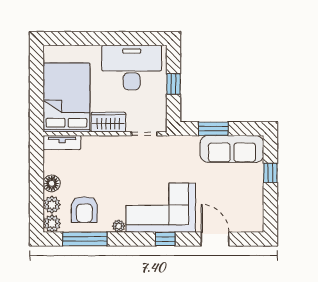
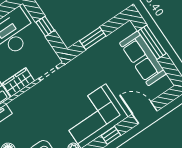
sofa: (232, 149) -> (143, 58), moved, turned 90
window: (270, 173) -> (152, 42), width x2.17

